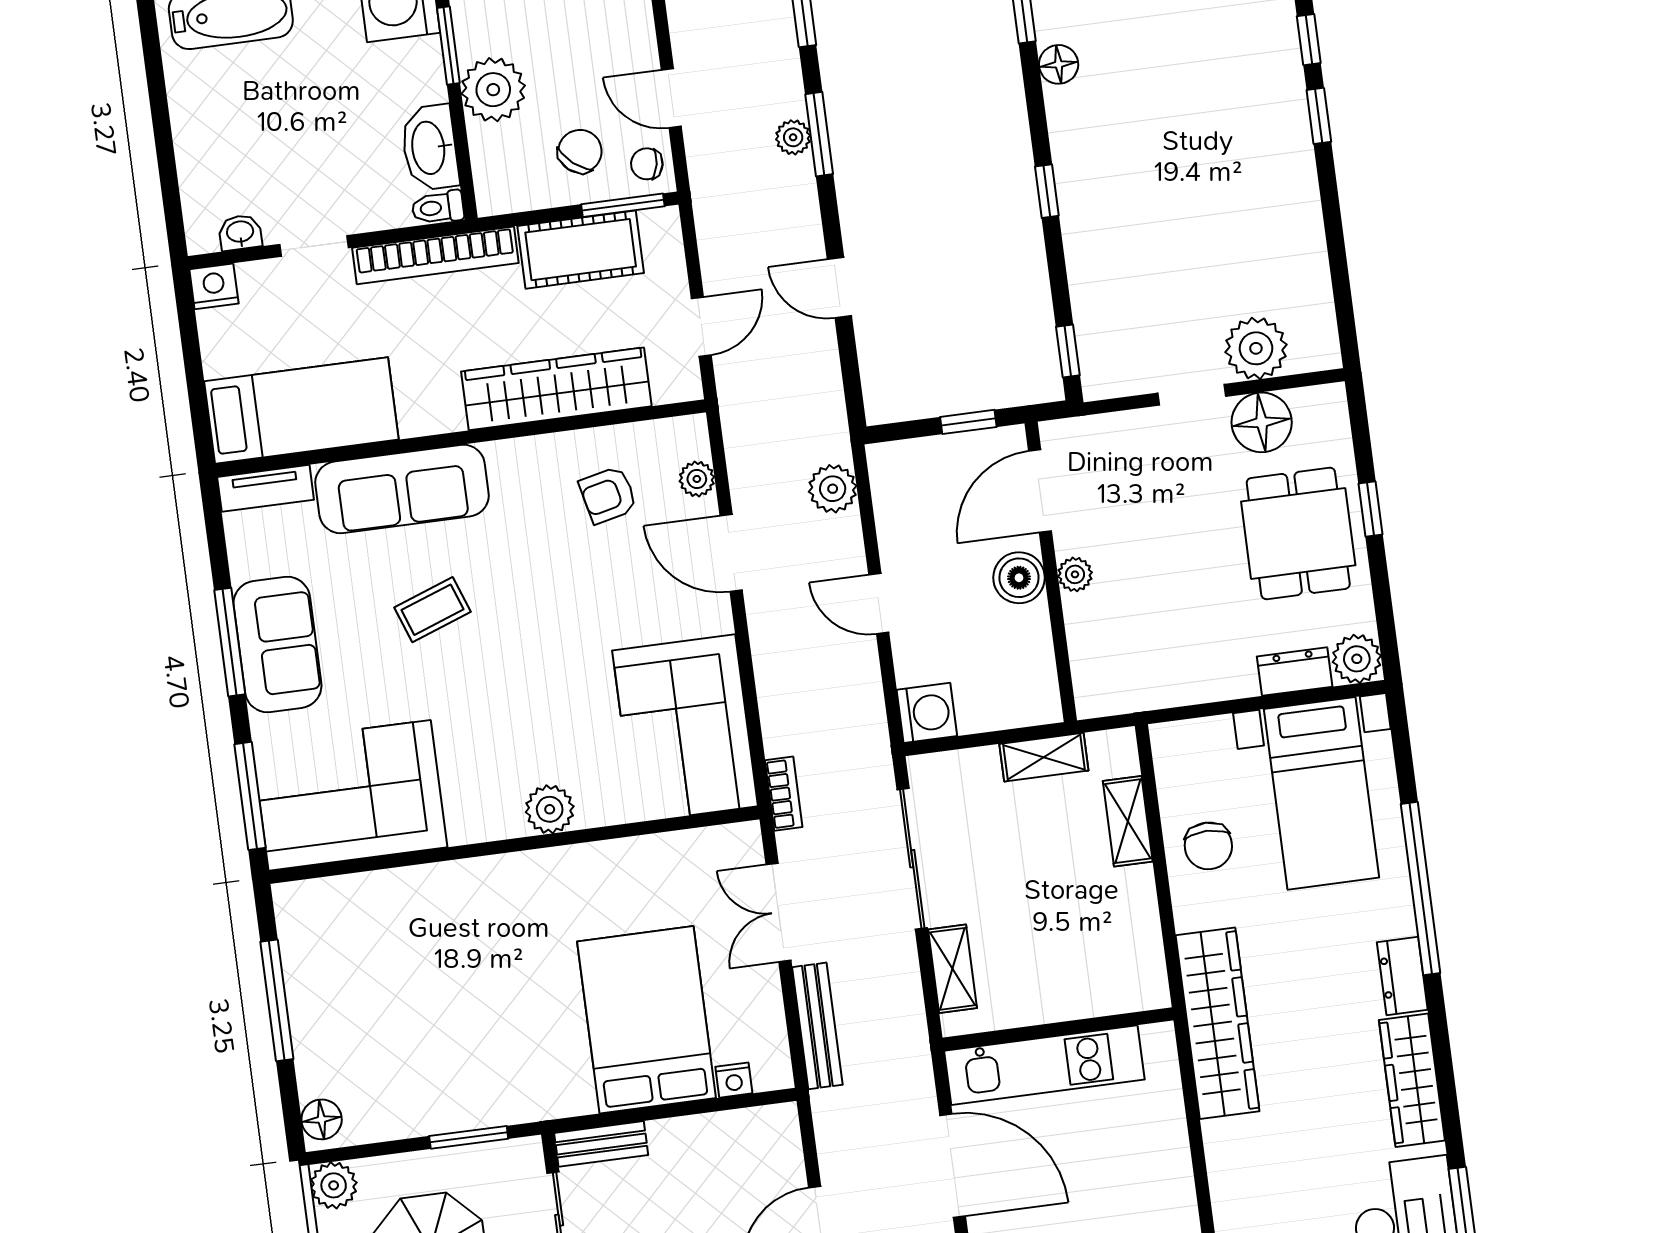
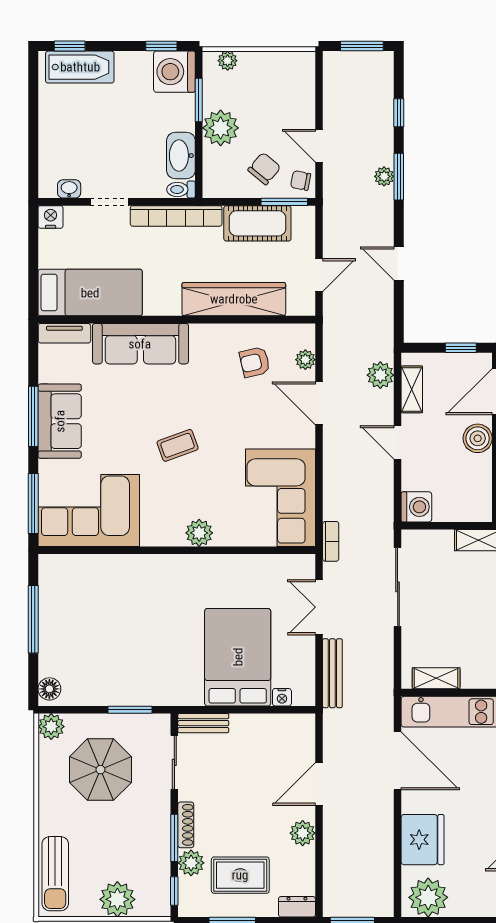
shelving: (892, 507) -> (412, 389), added
coffee table: (433, 610) -> (178, 445), moved
shelving: (953, 969) -> (436, 678), moved, turned 90

